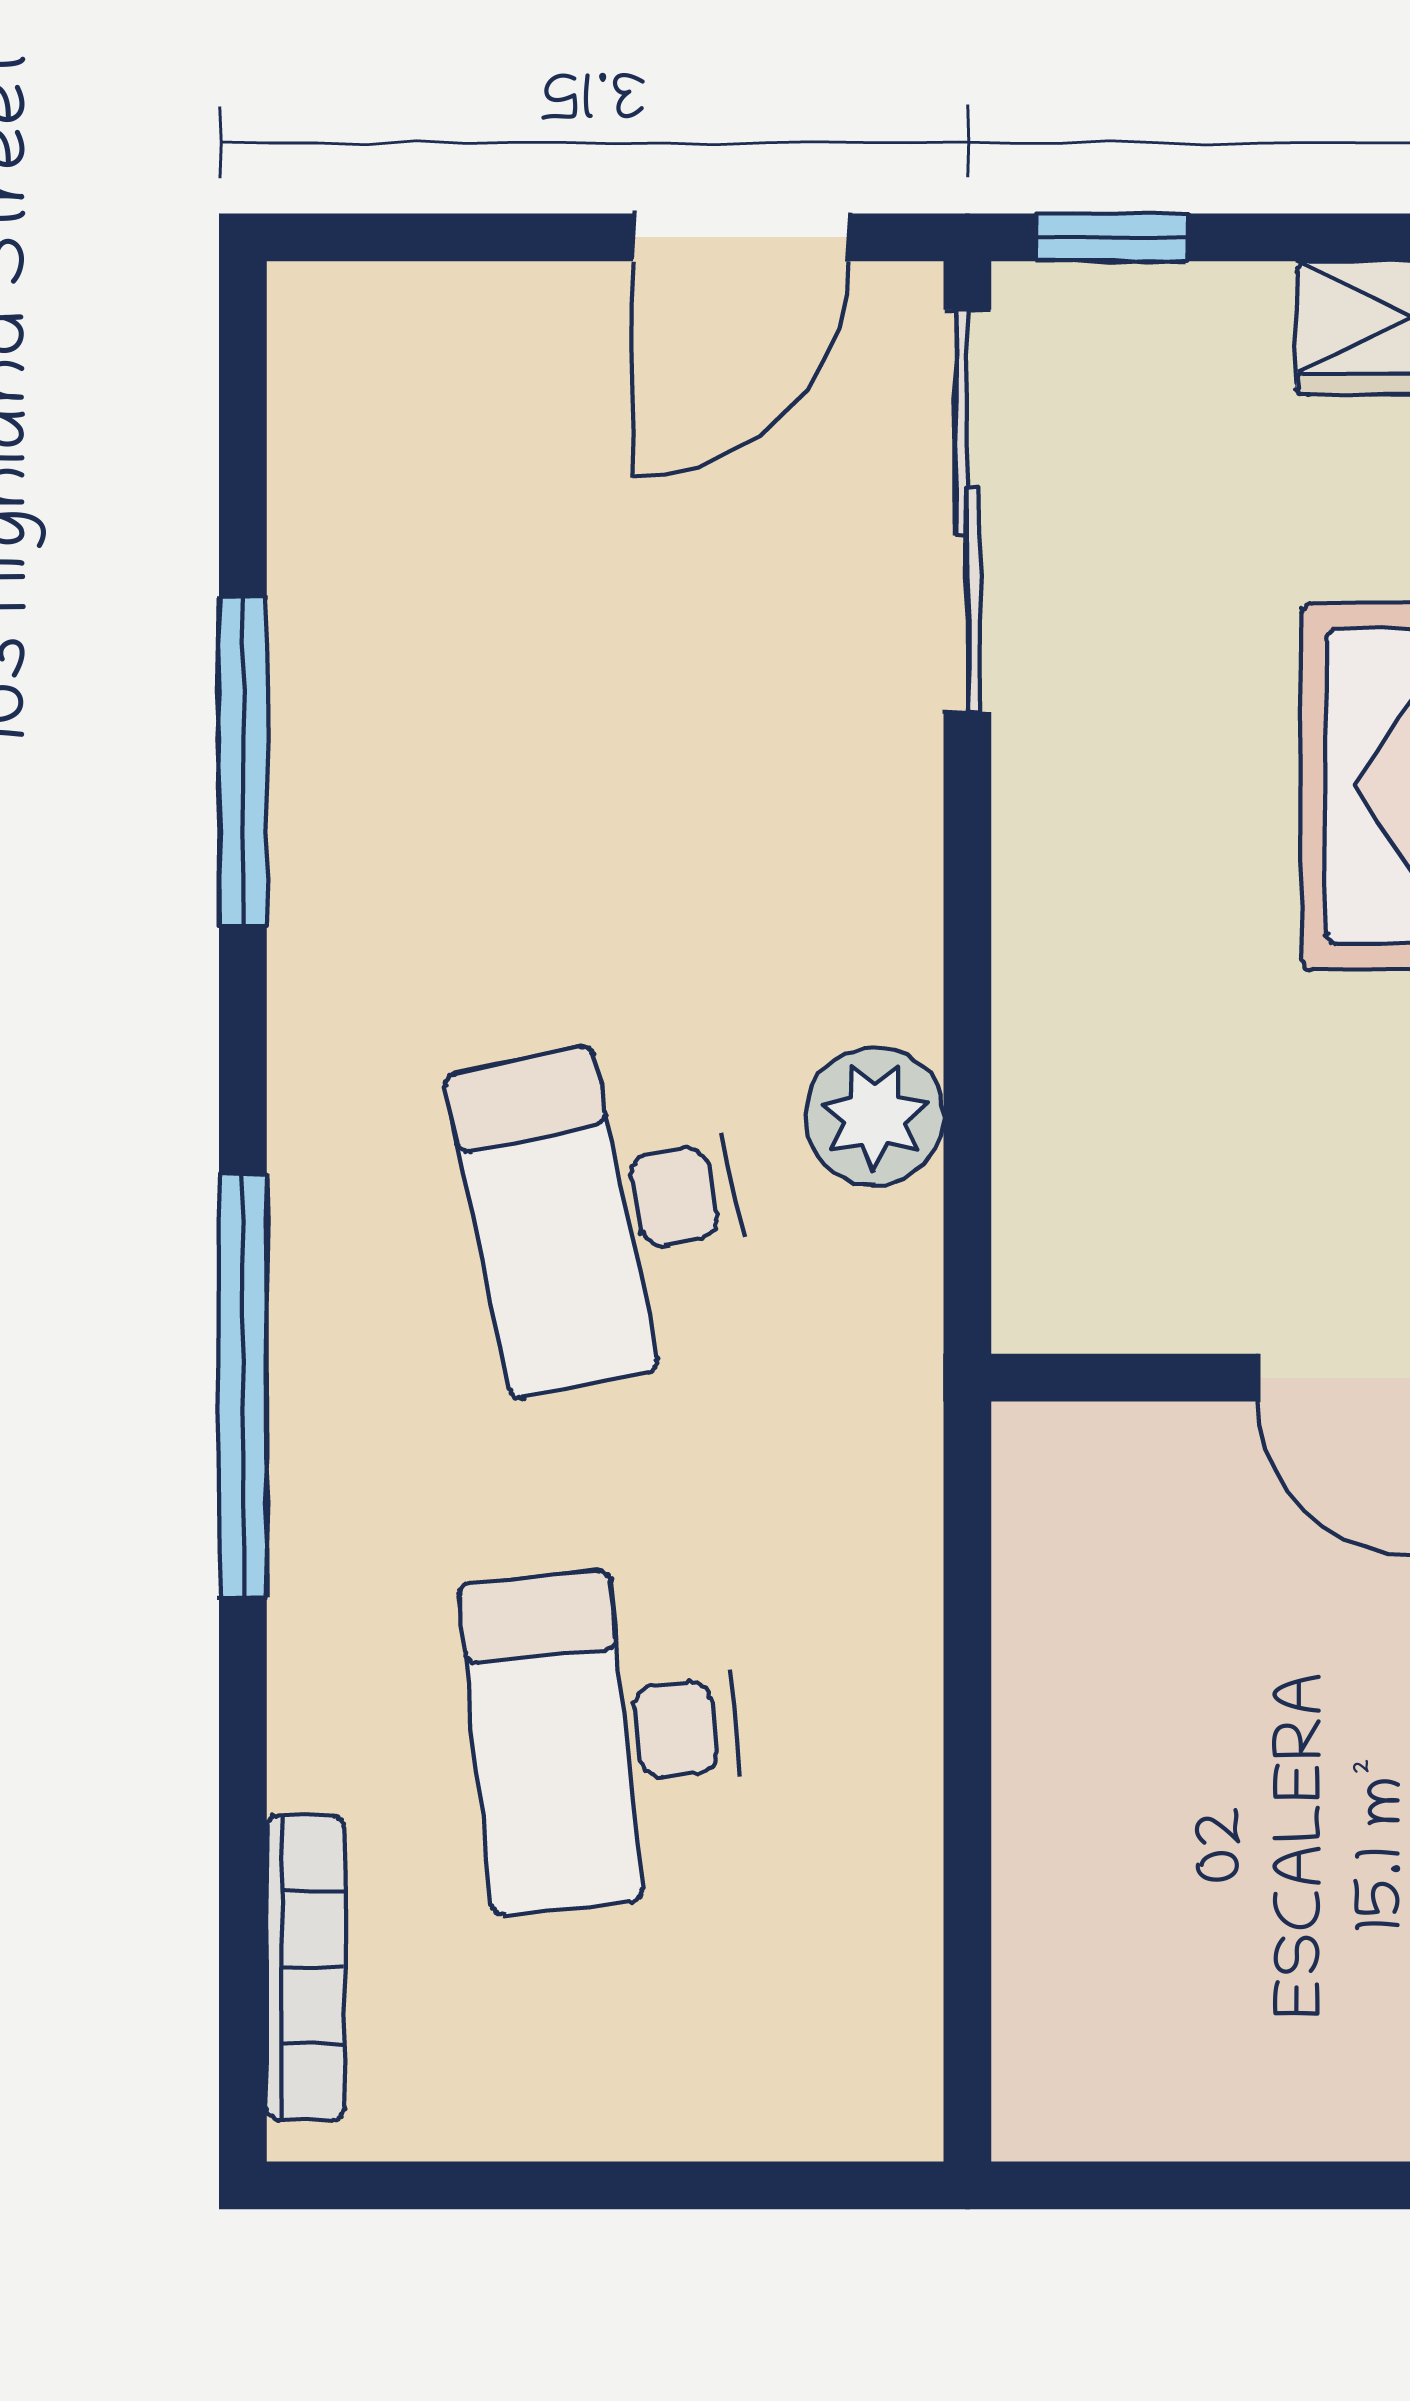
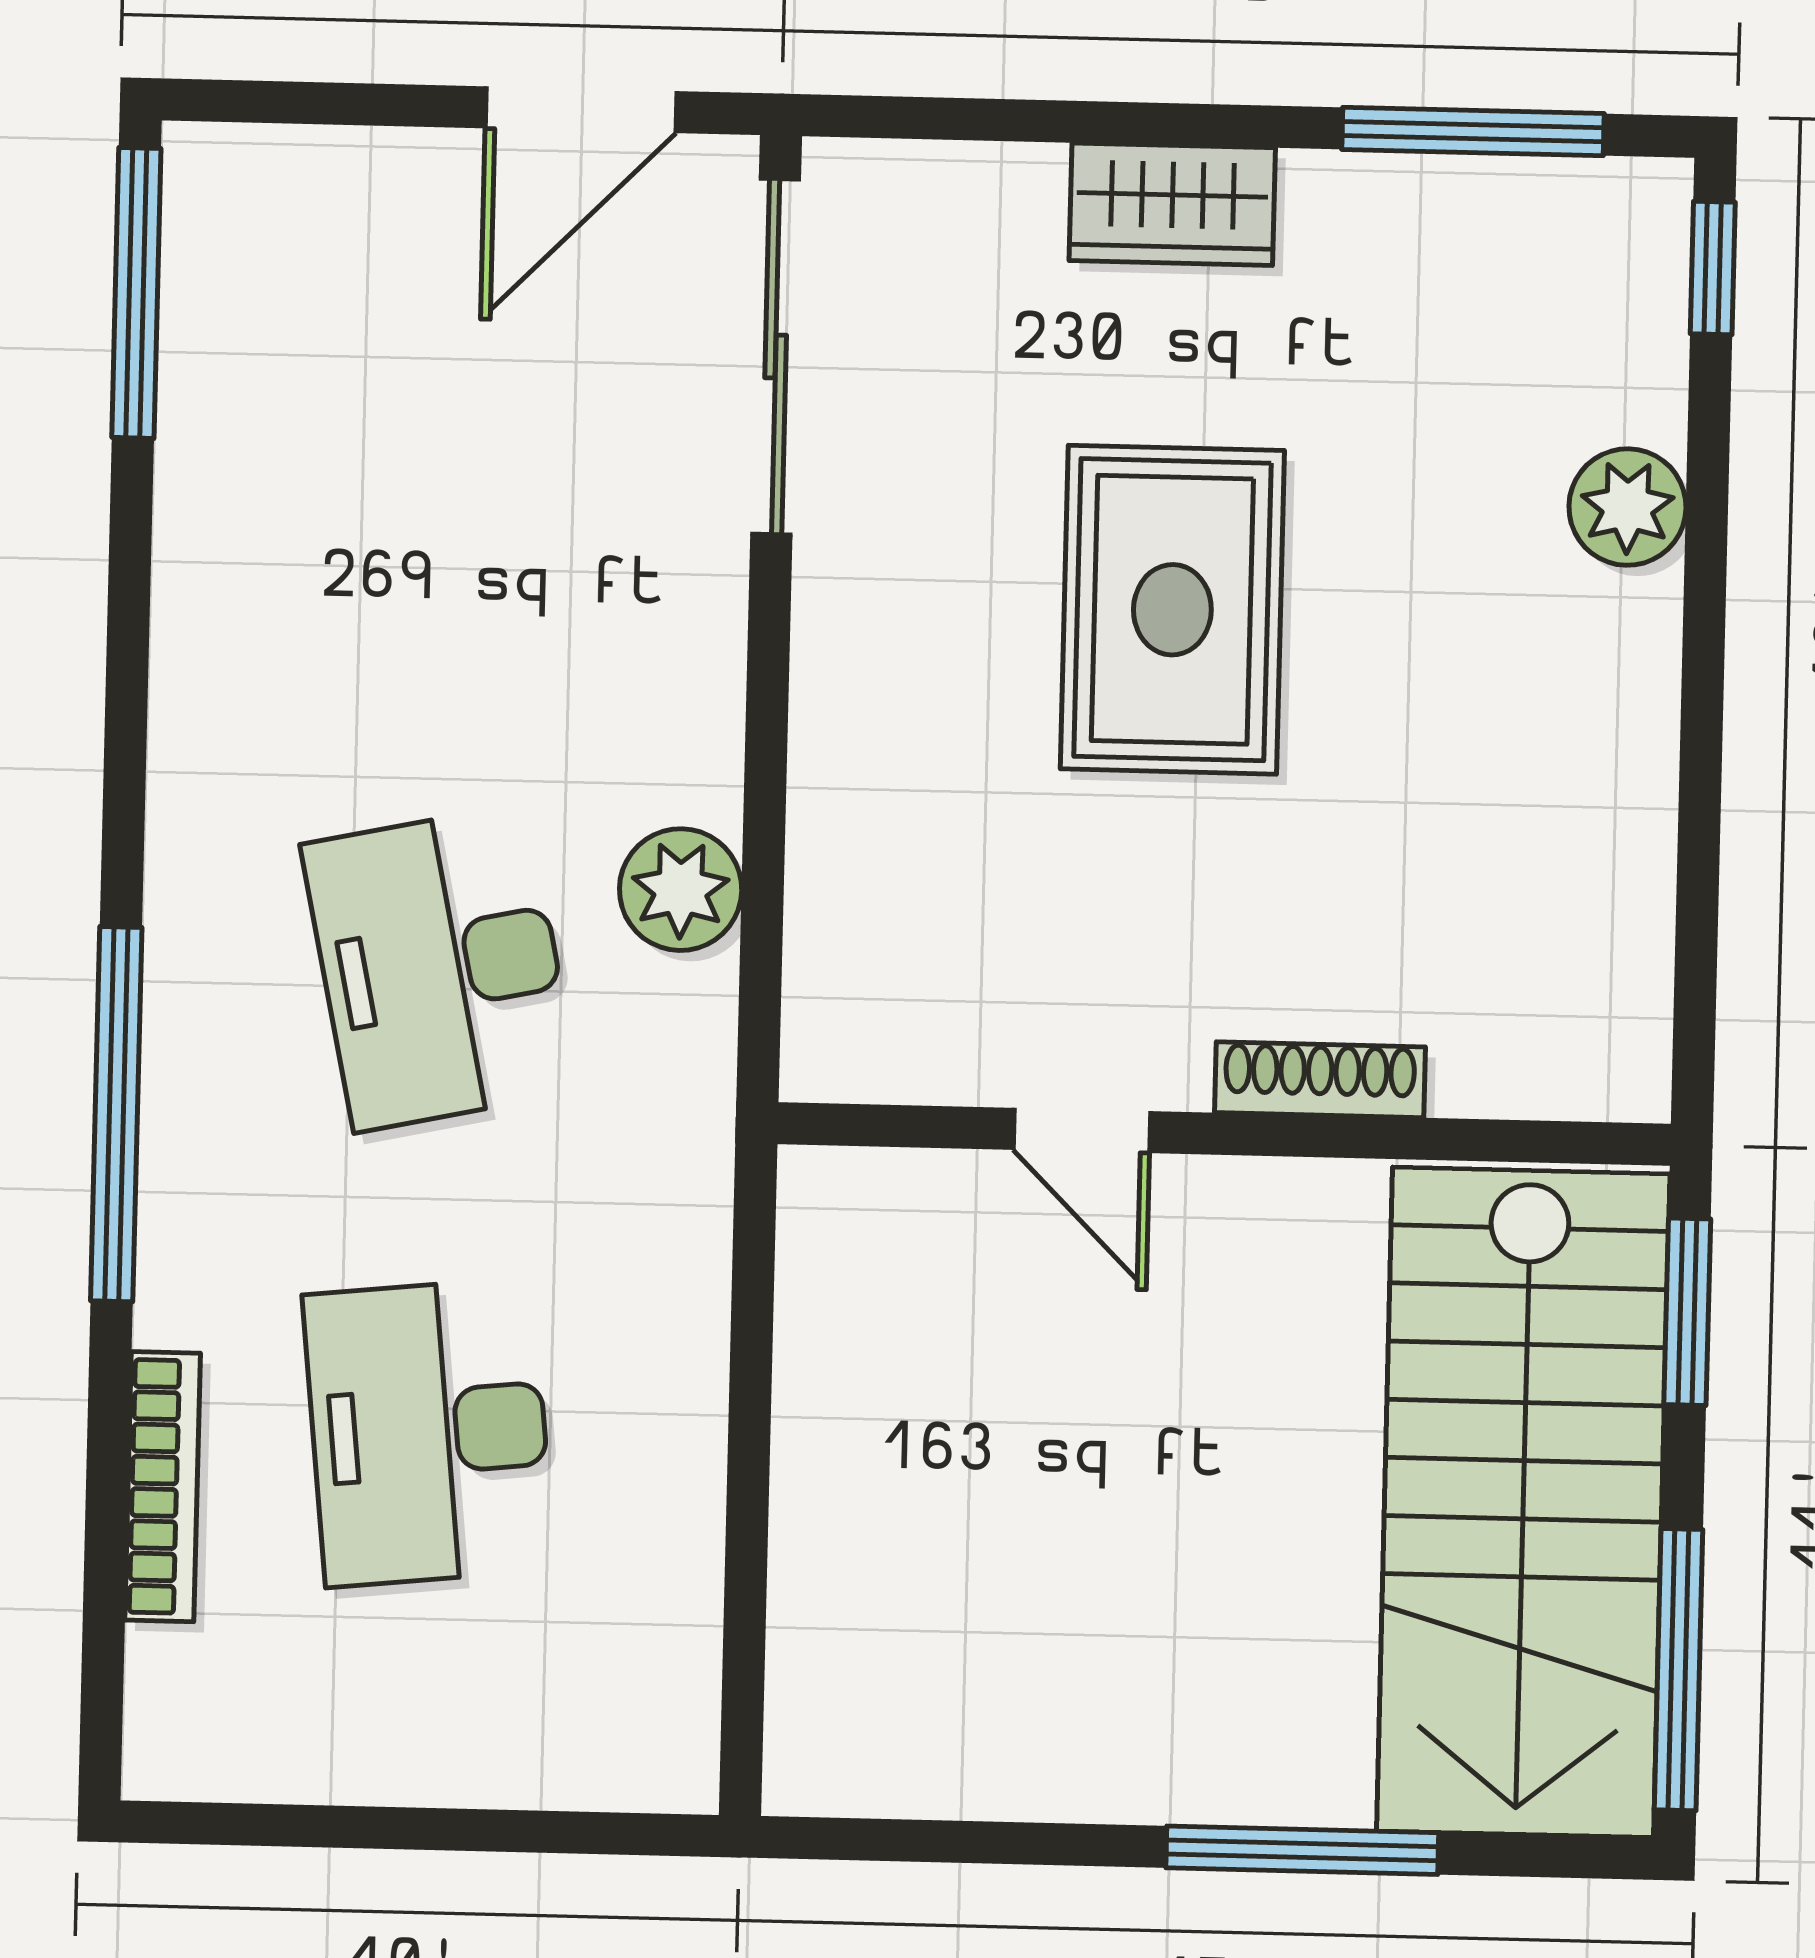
window: (1111, 237) -> (908, 118), removed
window: (243, 762) -> (136, 293), moved
bookcase: (306, 1968) -> (163, 1487), moved

